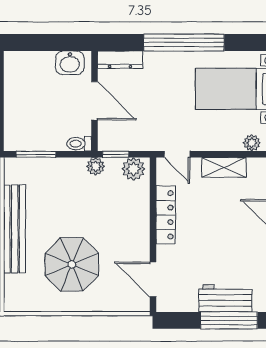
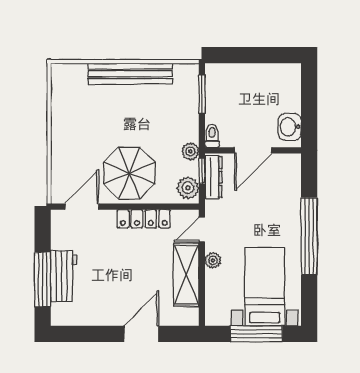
dresser: (120, 60) -> (213, 177), moved, turned 180
plant: (252, 143) -> (213, 260), moved
shelving: (224, 167) -> (186, 275), width x1.50, depth x1.33
parasol: (72, 264) -> (129, 173), moved

